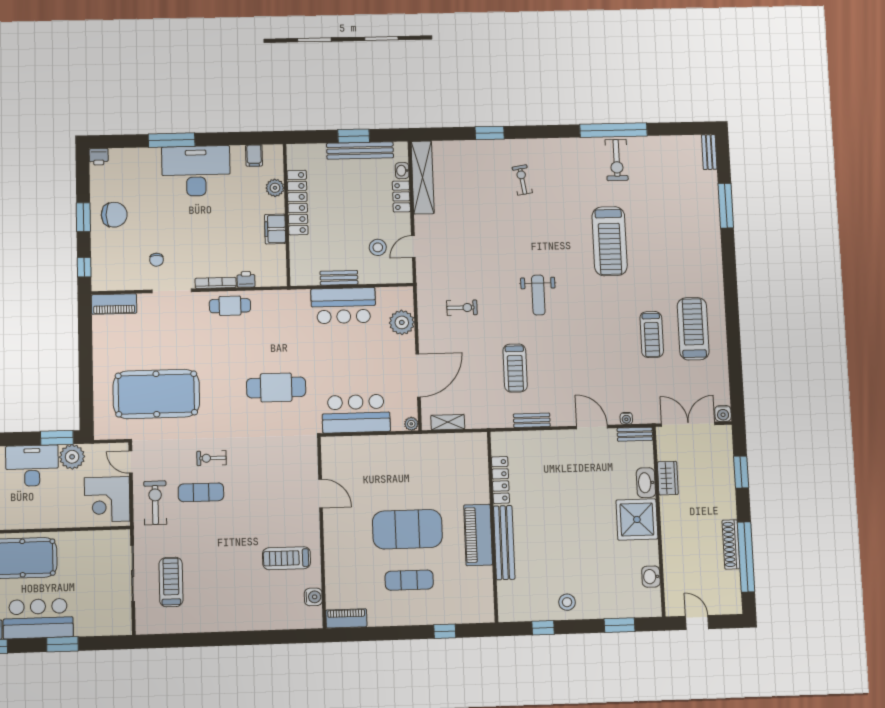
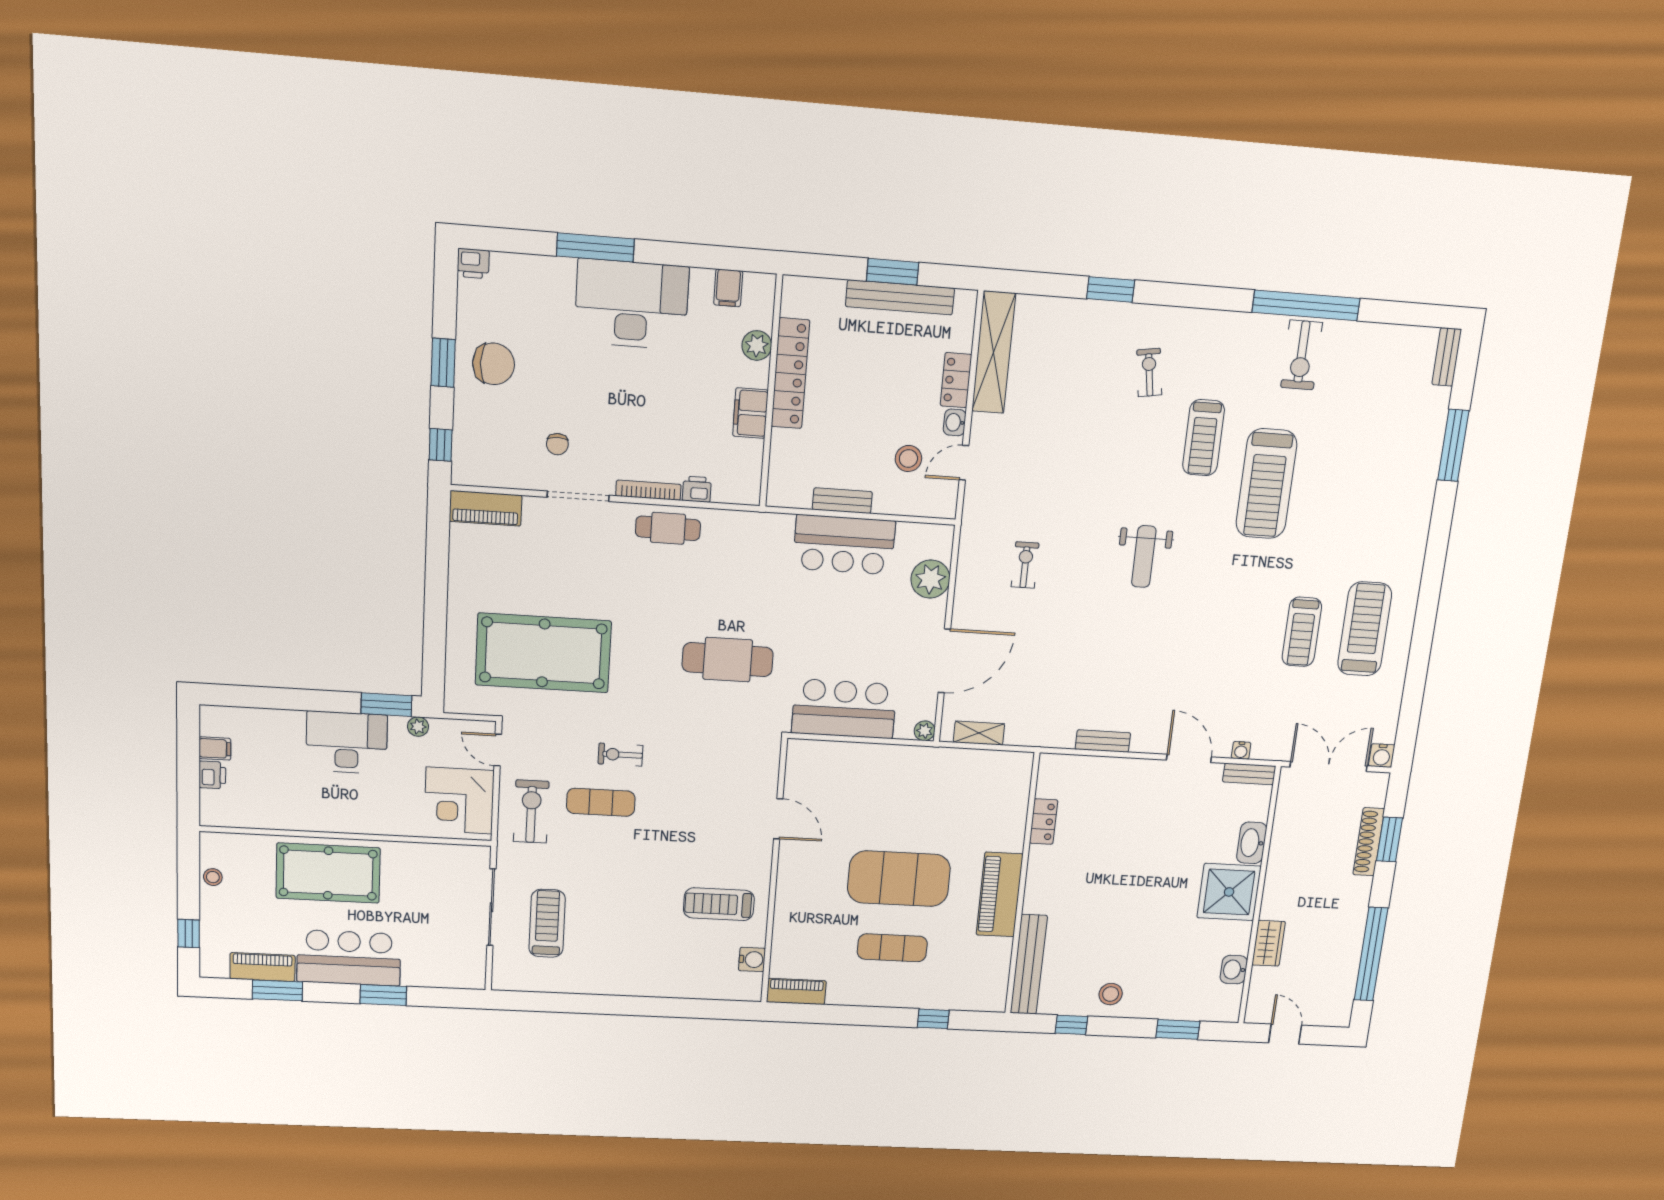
washbasin: (402, 171) -> (955, 422), moved
exercise bike: (462, 308) -> (1025, 565), turned -90
treadmill: (515, 368) -> (1204, 438), moved
plant: (72, 457) -> (418, 727), width x0.53, depth x0.53
wardrobe: (668, 478) -> (1269, 943), moved
locker: (500, 480) -> (1044, 822), width x0.66
bench: (504, 543) -> (1029, 964), moved
shoe rack: (731, 544) -> (1369, 842), moved

